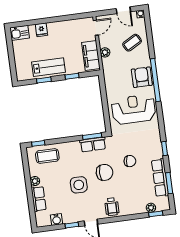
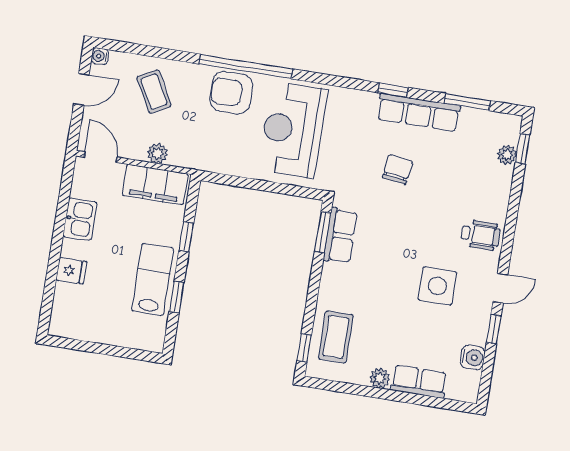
kitchen sink: (20, 33) -> (80, 219), moved
chair: (105, 172) -> (405, 229), removed
row of seats: (160, 178) -> (419, 112), moved
side table: (79, 185) -> (437, 286), moved

